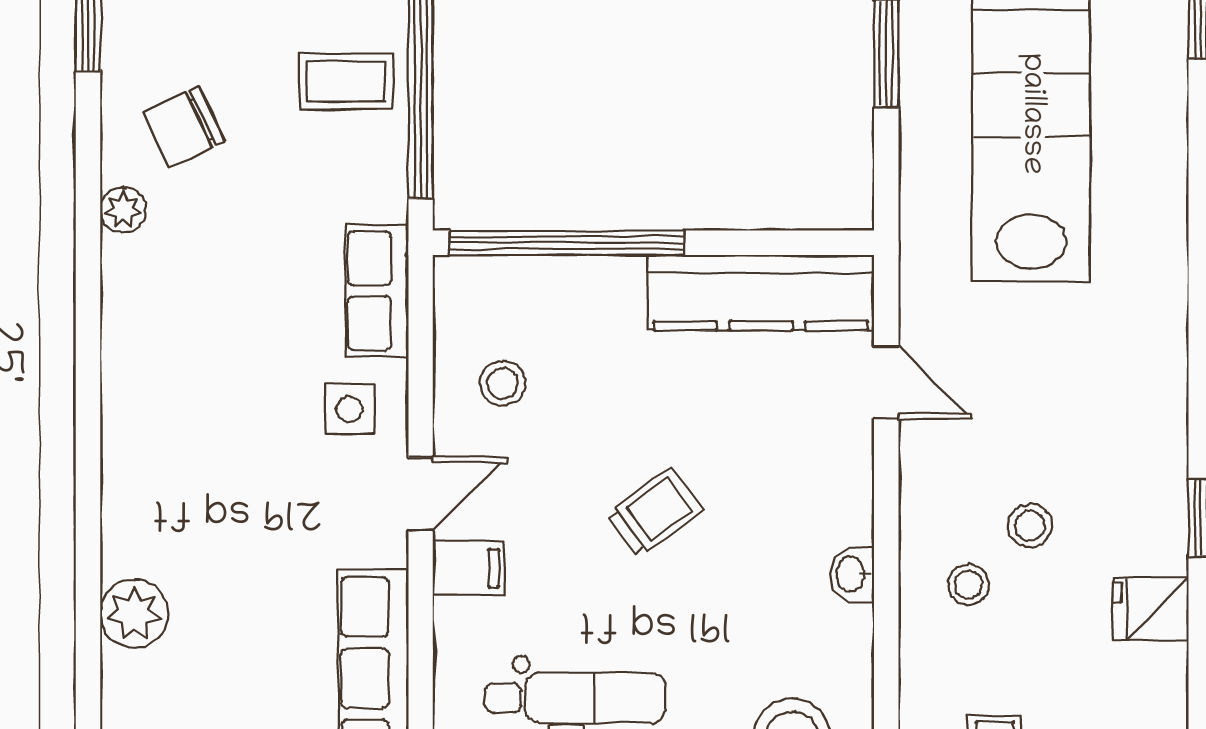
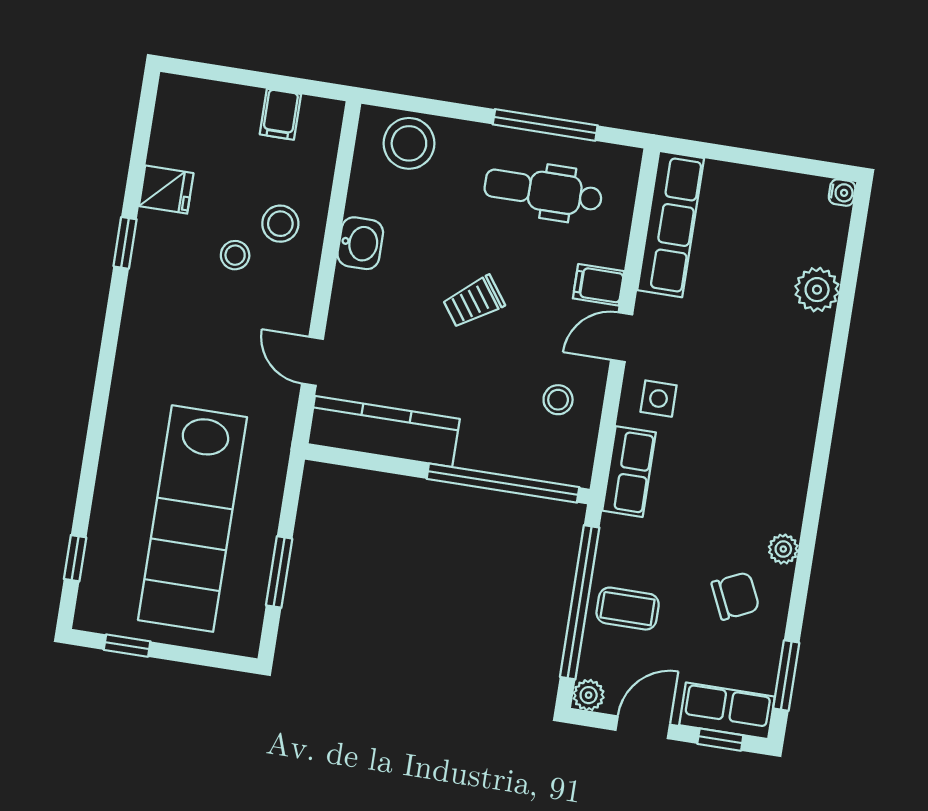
washbasin: (852, 574) -> (360, 243), width x1.38, depth x1.45
stool: (969, 585) -> (280, 224), width x1.37, depth x1.37

